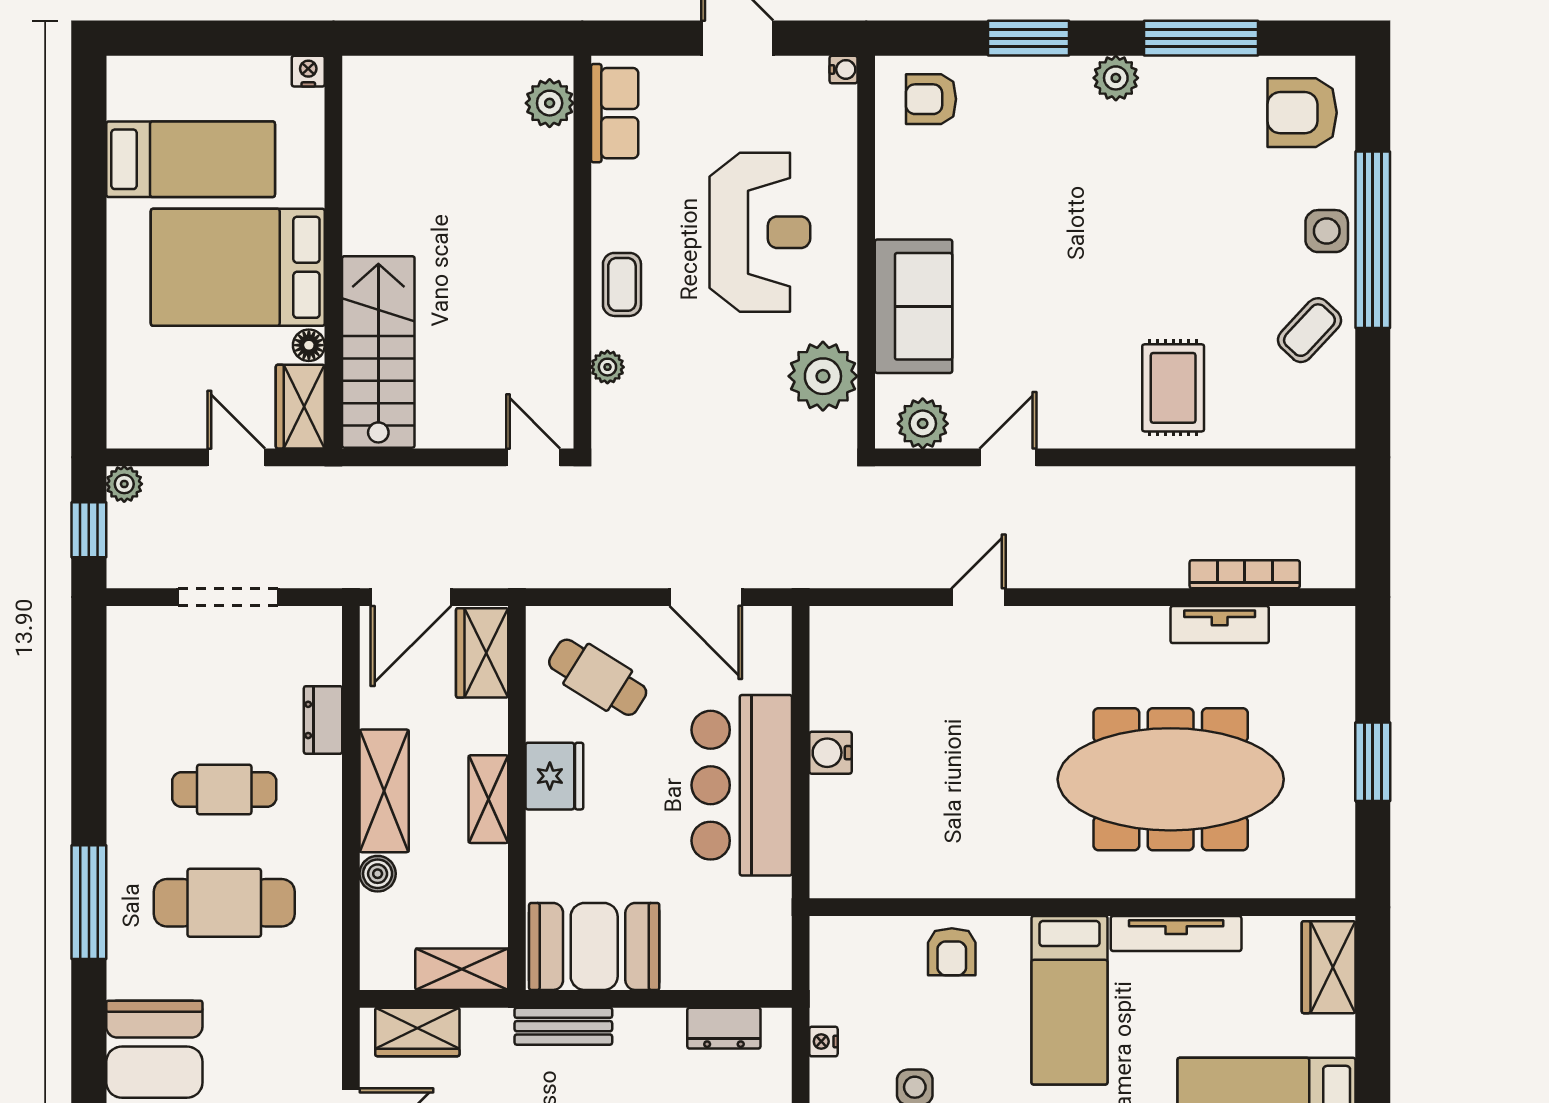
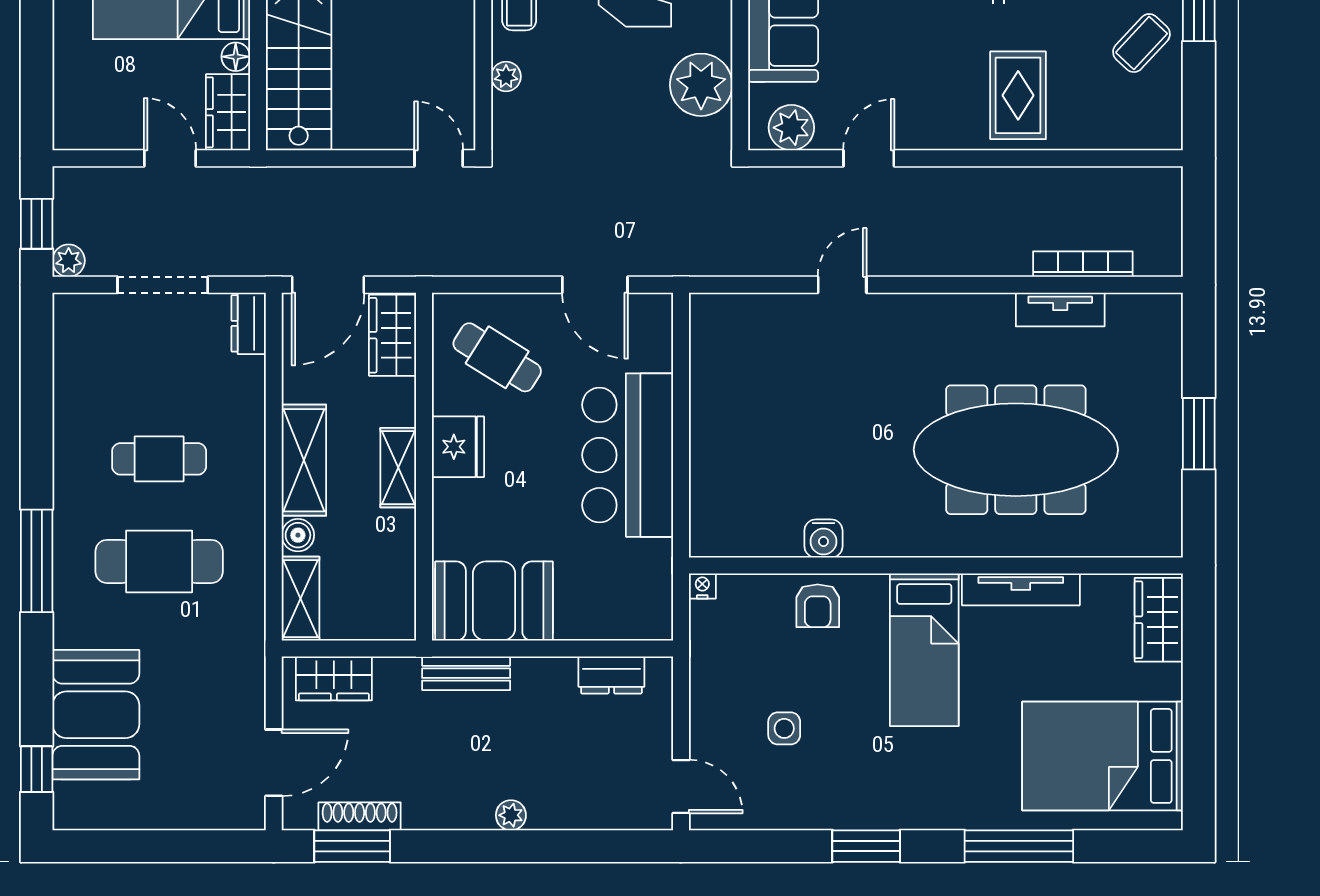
plant: (124, 484) -> (69, 261), moved
dresser: (323, 720) -> (249, 323), moved
water cooler: (830, 753) -> (823, 538), moved, turned -90
shelving: (462, 969) -> (301, 599), moved, turned 90
nightstand: (823, 1042) -> (702, 586), moved, turned 90

